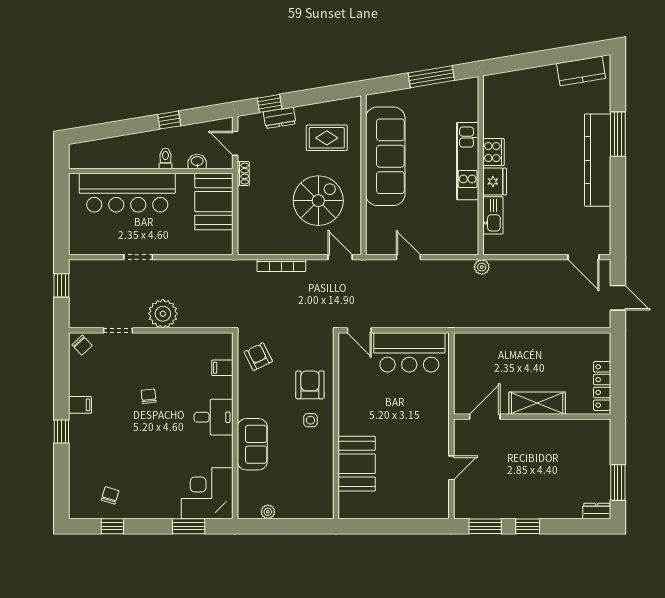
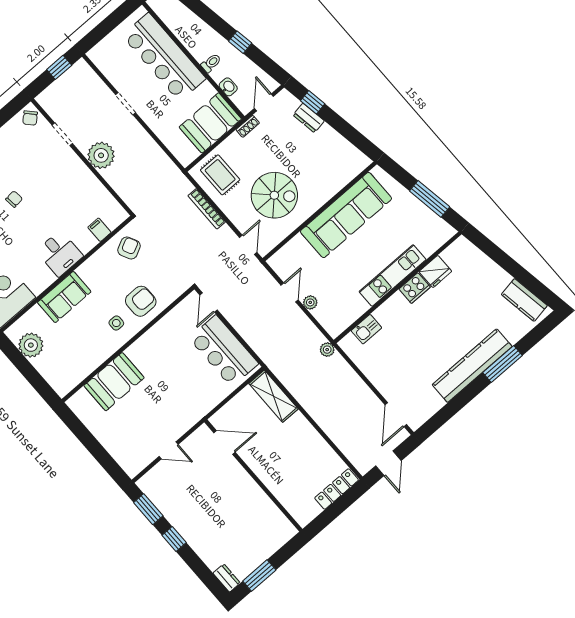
rug: (327, 138) -> (220, 175), moved
fridge: (495, 181) -> (435, 271), moved
kitchen sink: (493, 215) -> (366, 329), width x0.73
plant: (431, 247) -> (310, 302), added
locker: (602, 386) -> (337, 489), moved
chair: (149, 396) -> (14, 199), moved
shelving: (537, 403) -> (274, 396), moved
plant: (268, 512) -> (31, 345), width x1.88, depth x1.88

